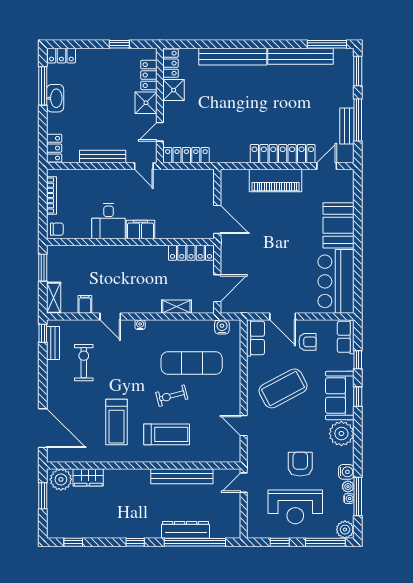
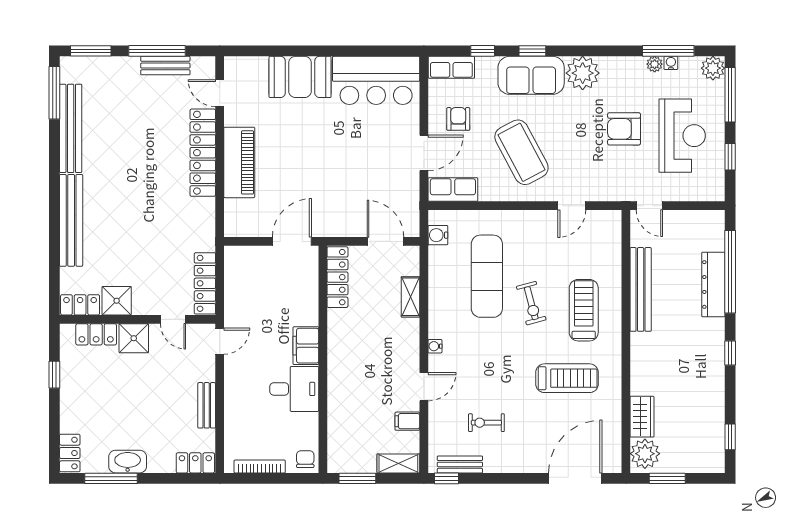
bench: (103, 157) -> (207, 405), width x0.73
exercise bike: (84, 363) -> (486, 423), width x0.73, depth x0.72
water cooler: (346, 472) -> (635, 66), removed

